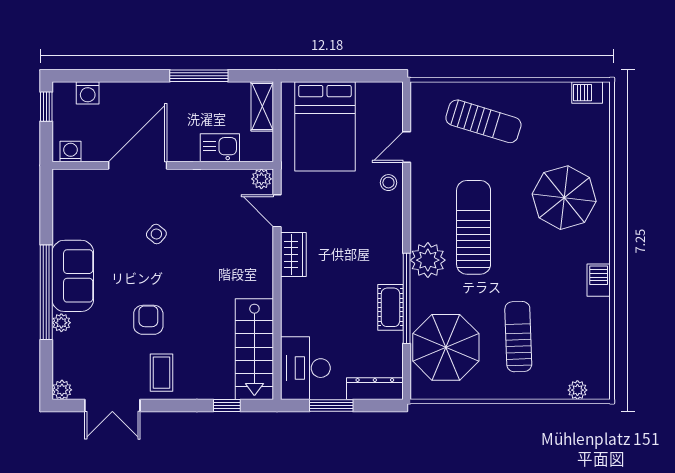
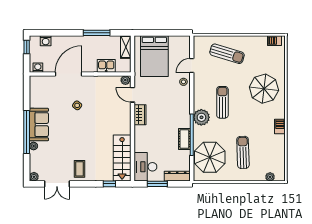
sun lounger: (474, 227) -> (222, 102), width x0.73, depth x0.75
armchair: (148, 320) -> (73, 145), removed

